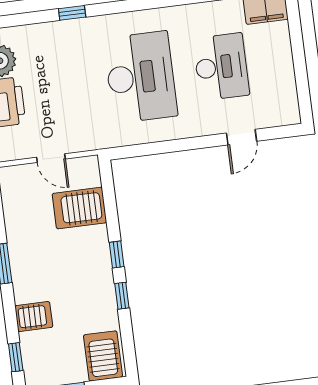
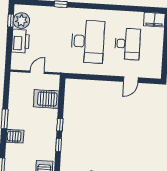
door: (51, 158) -> (37, 72), swing flipped
server rack: (34, 317) -> (15, 136), moved

